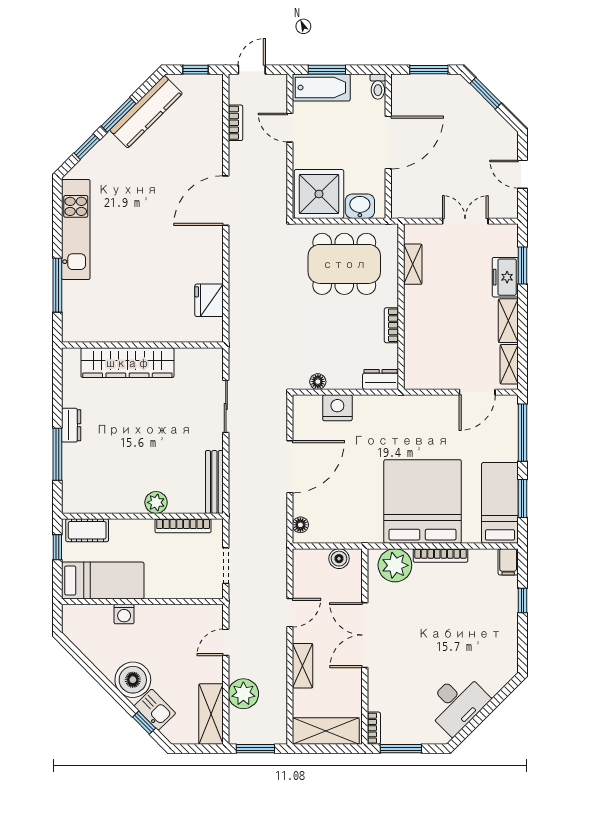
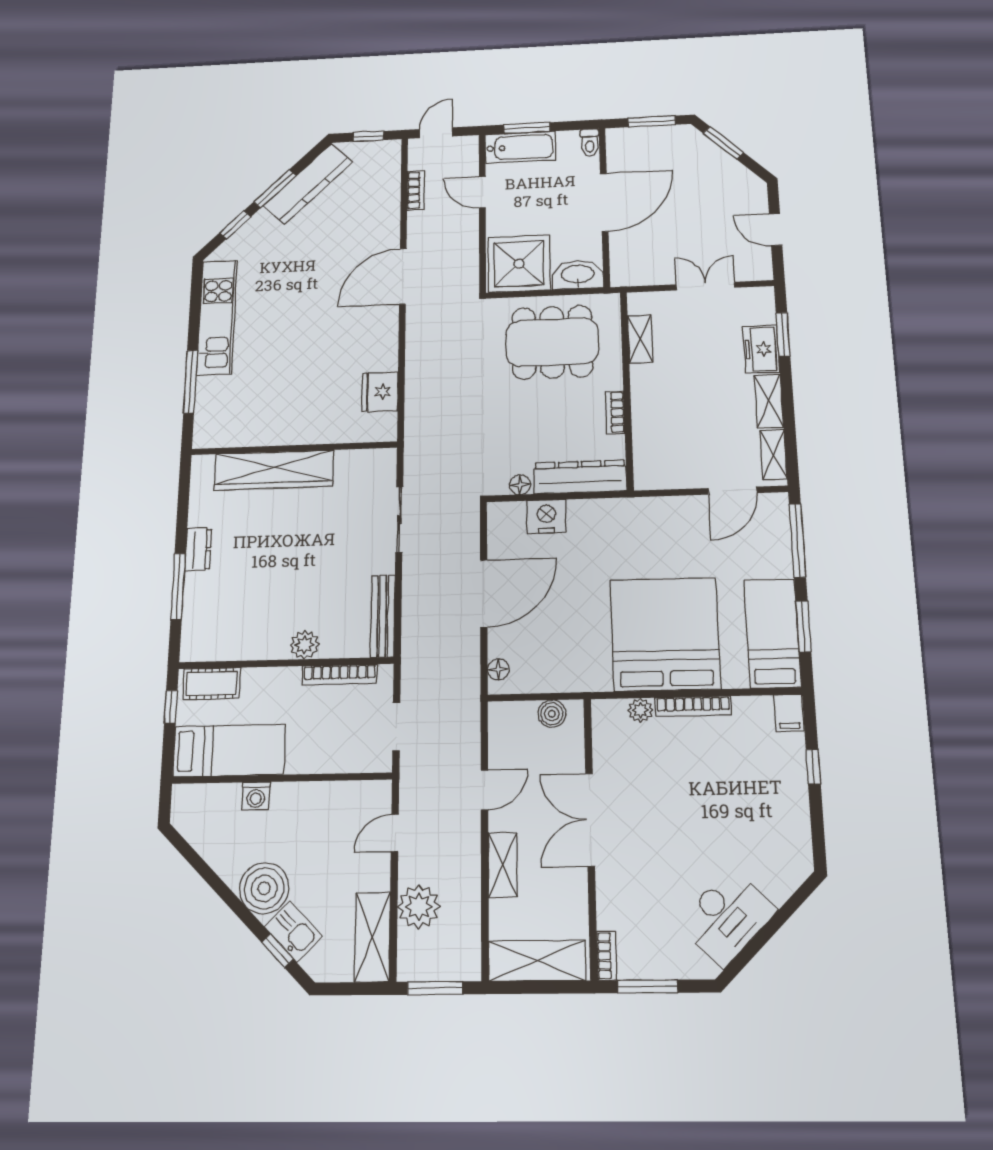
washbasin: (360, 206) -> (578, 275), width x1.38
dresser: (381, 379) -> (580, 477), width x1.96, depth x1.24
plant: (395, 565) -> (640, 710), width x0.53, depth x0.53

